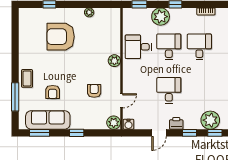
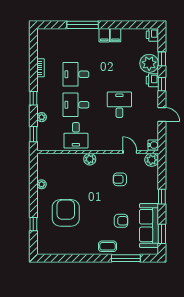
plant: (161, 17) -> (42, 117), width x0.53, depth x0.53
armchair: (61, 37) -> (66, 213), turned 180
desk: (169, 90) -> (119, 105), turned 90
printer: (176, 123) -> (152, 80), moved

